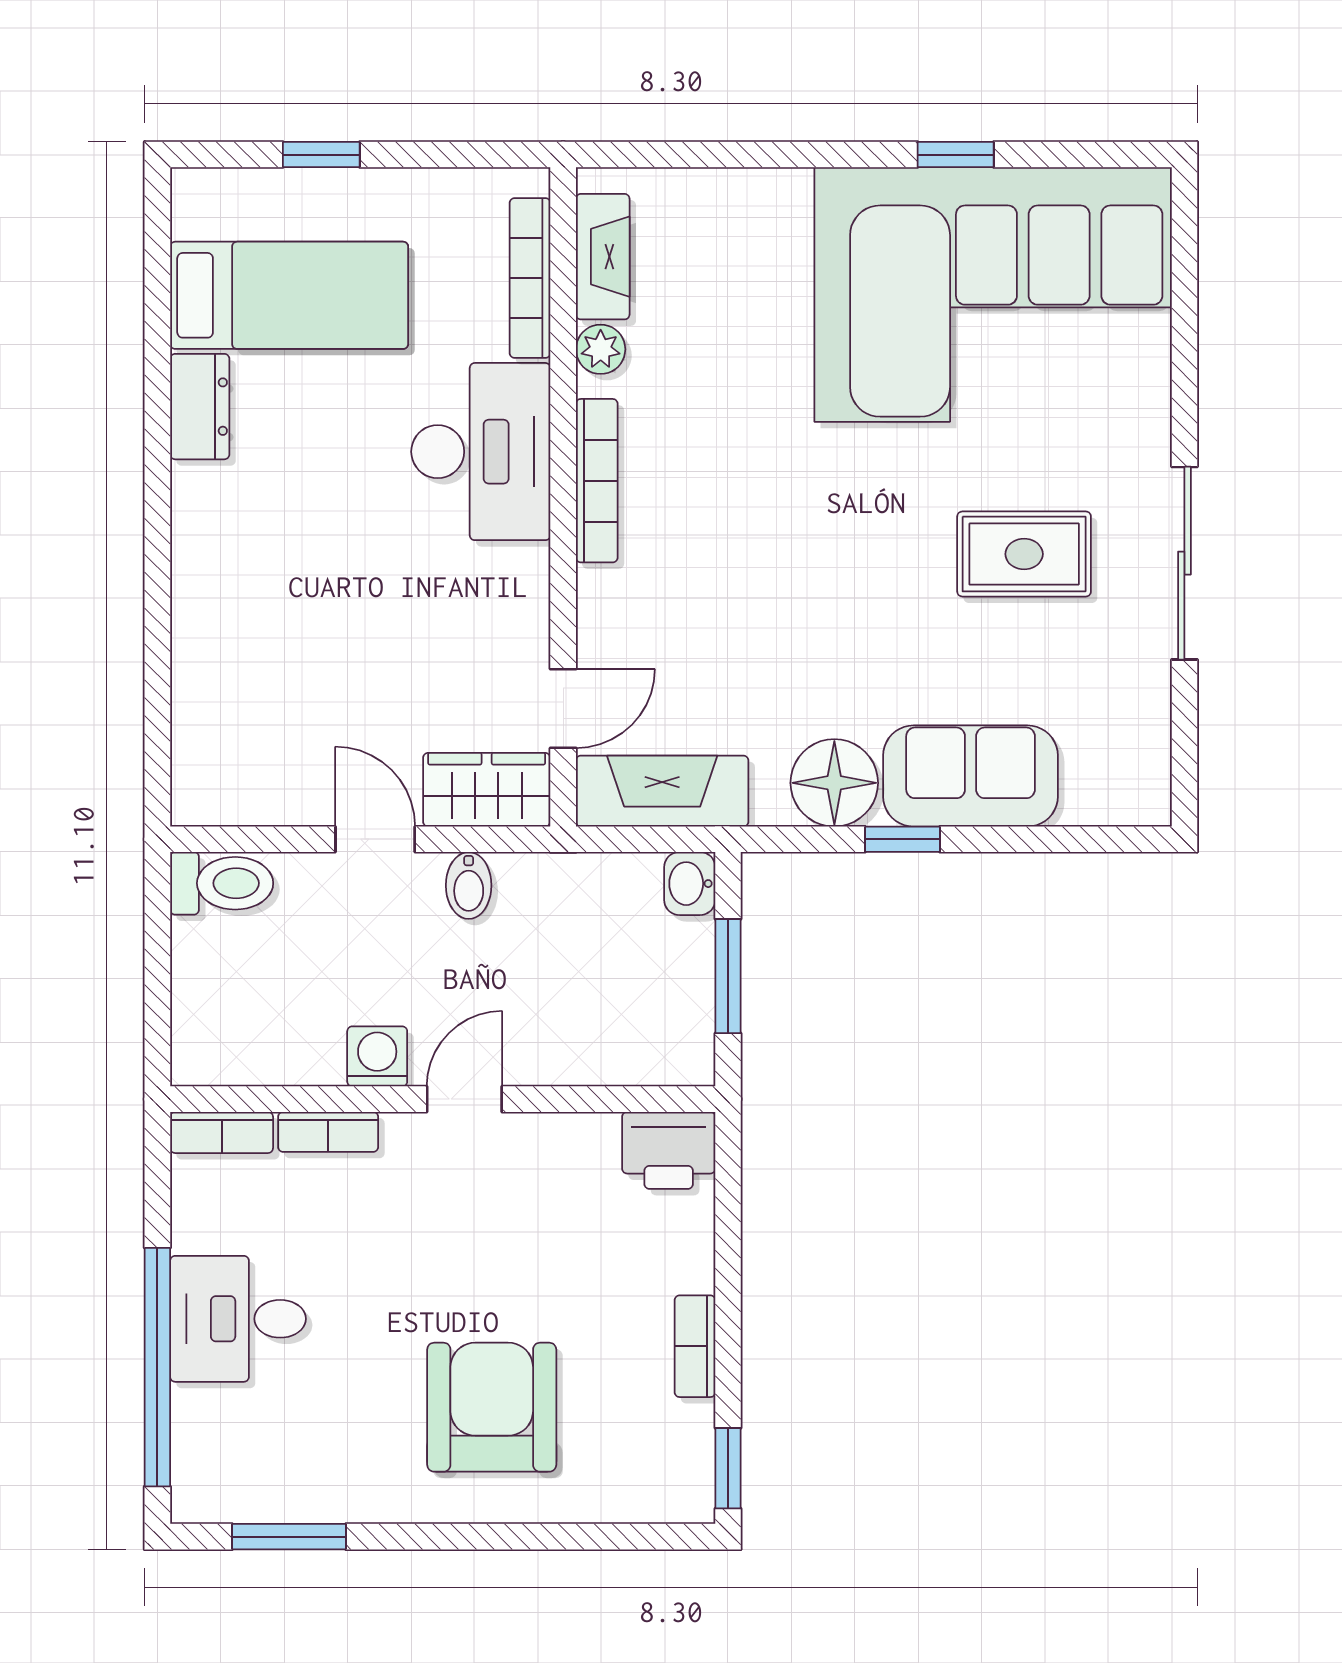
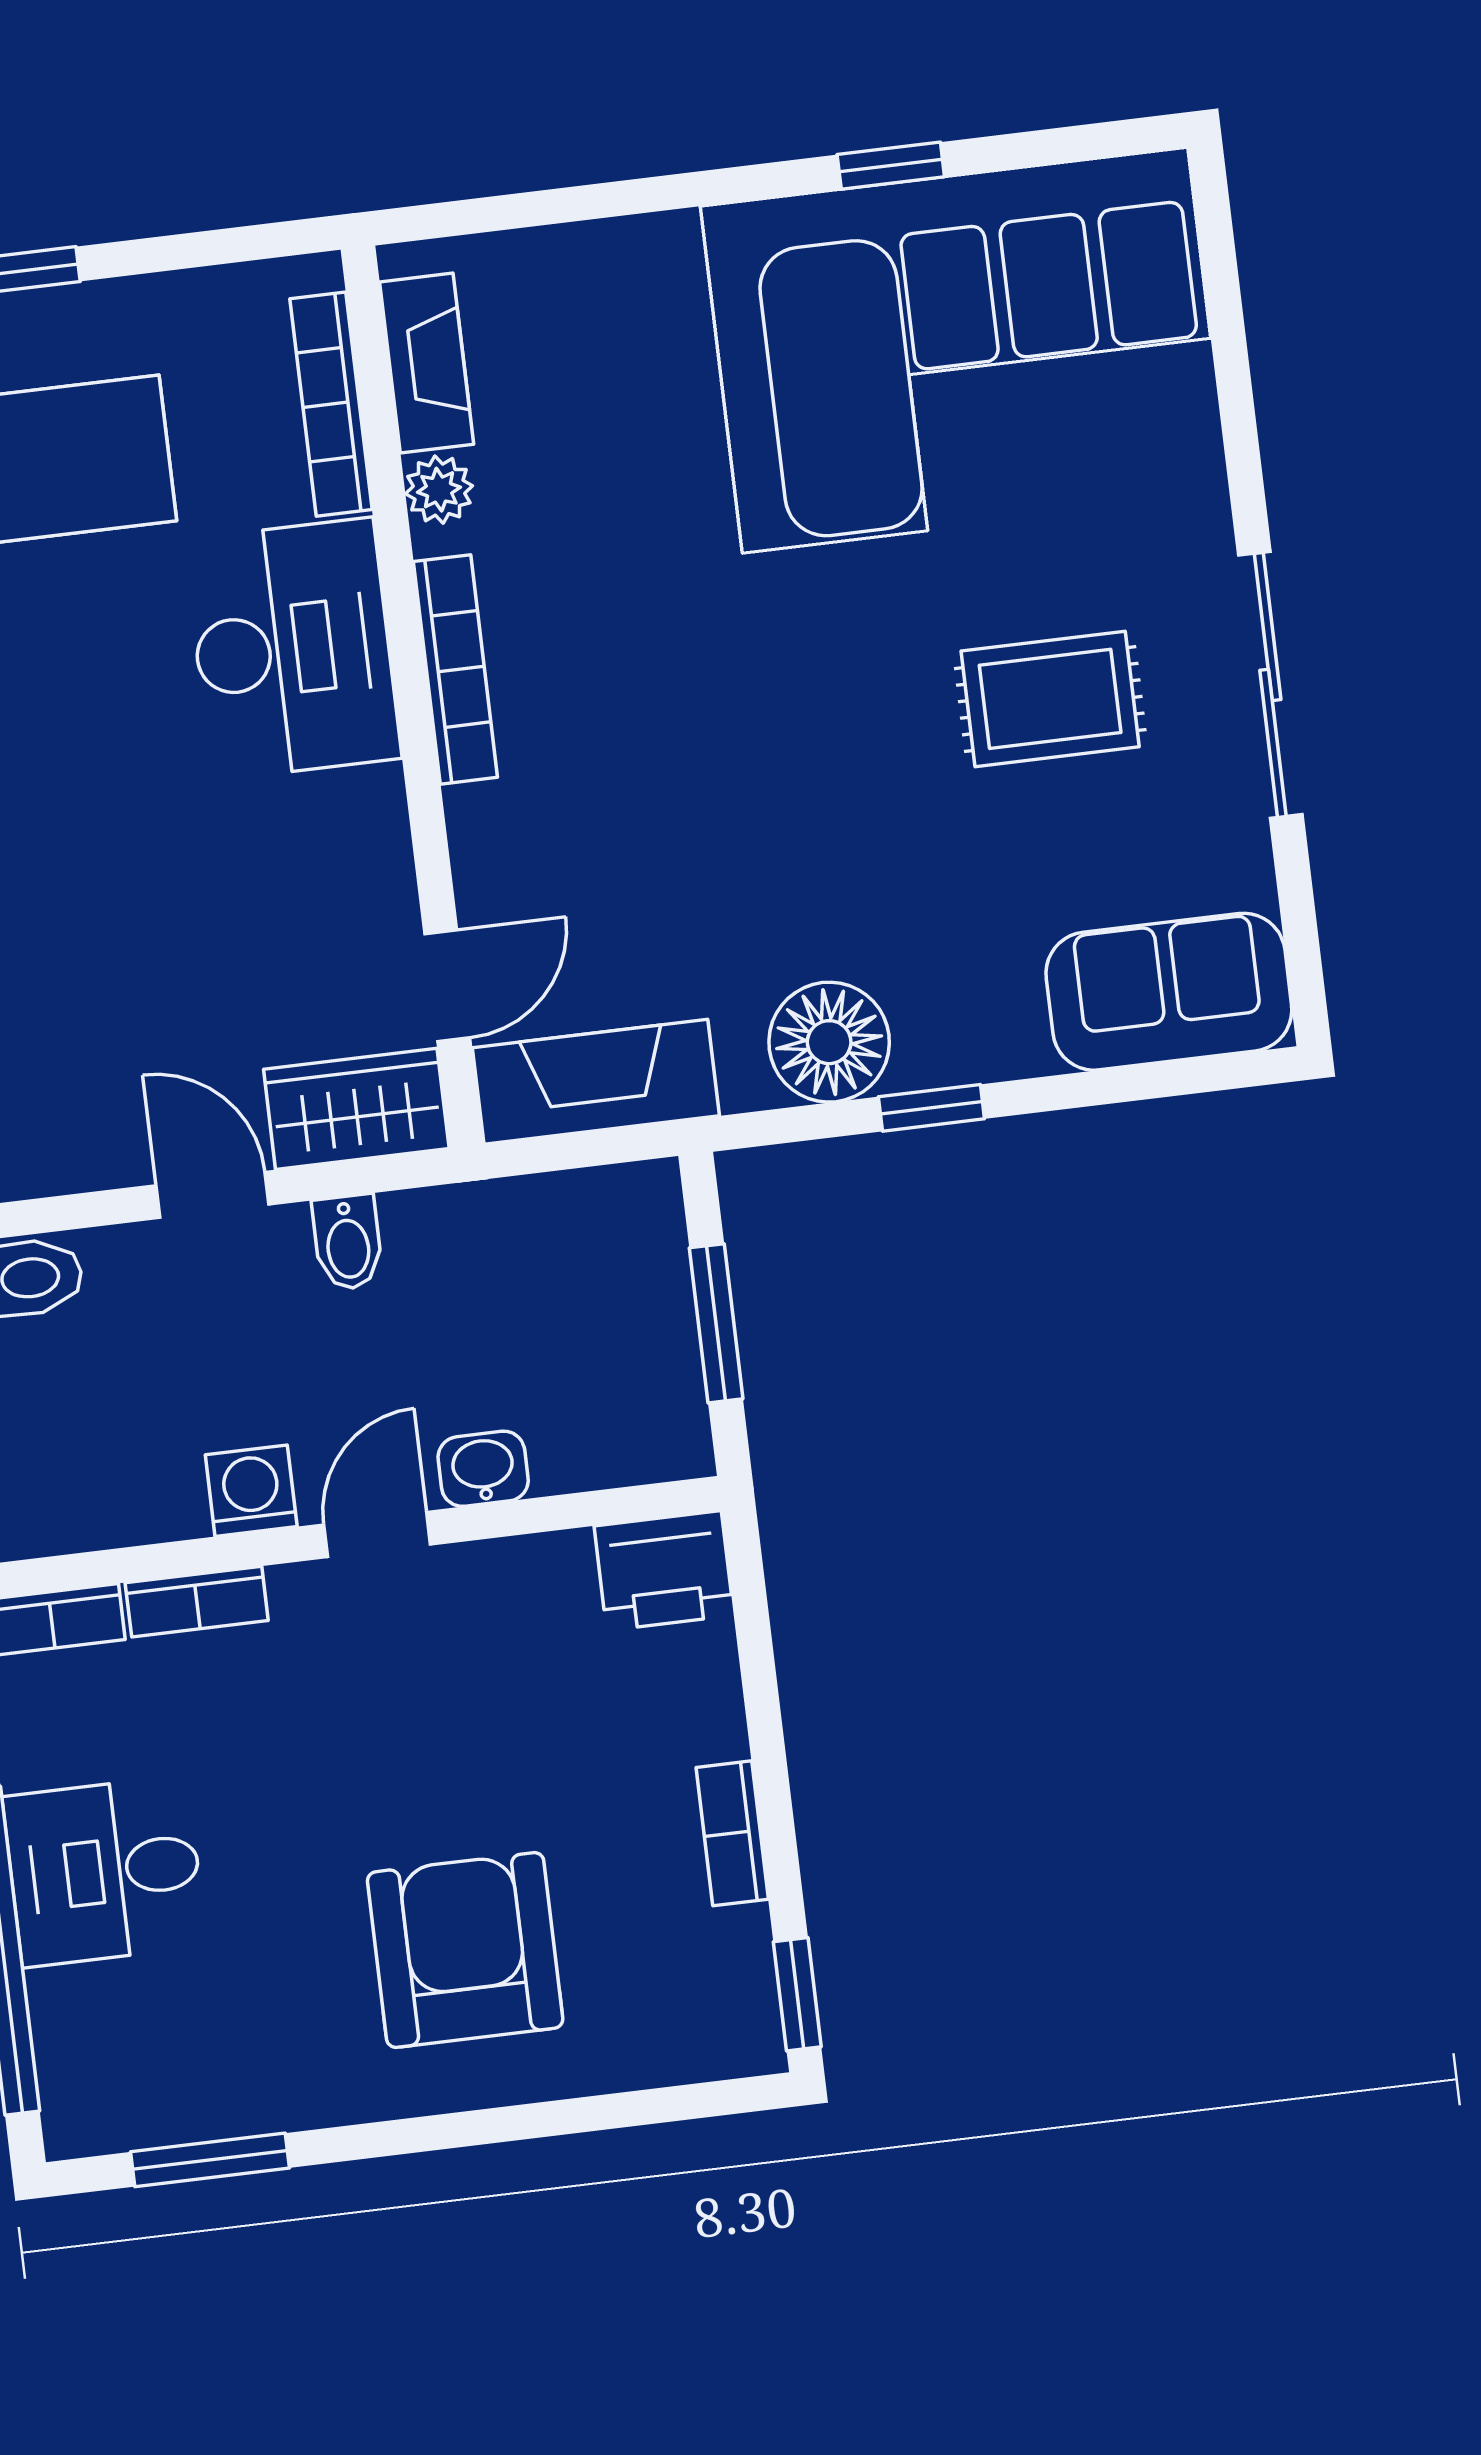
sofa: (971, 776) -> (1169, 992), moved
washbasin: (690, 884) -> (483, 1469), moved, turned 90

